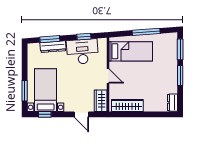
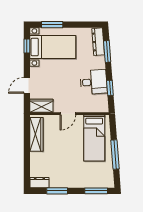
dresser: (53, 47) -> (98, 42), moved
desk: (83, 52) -> (94, 82), width x0.73
window: (180, 76) -> (57, 191), moved

